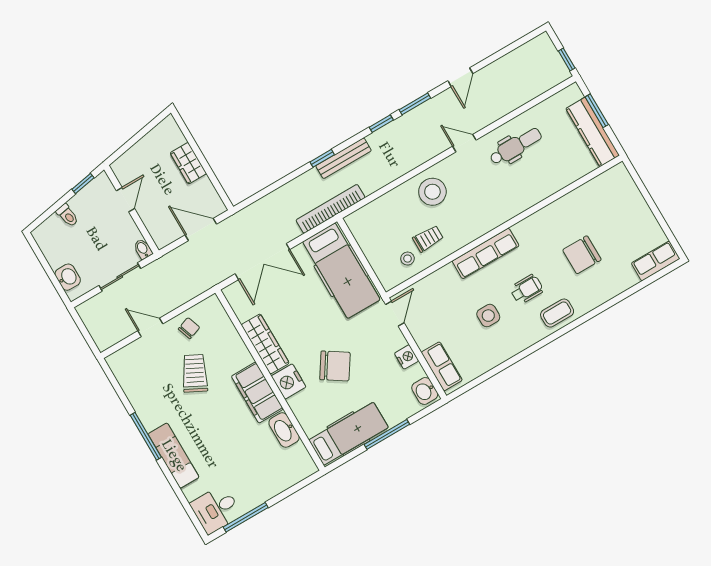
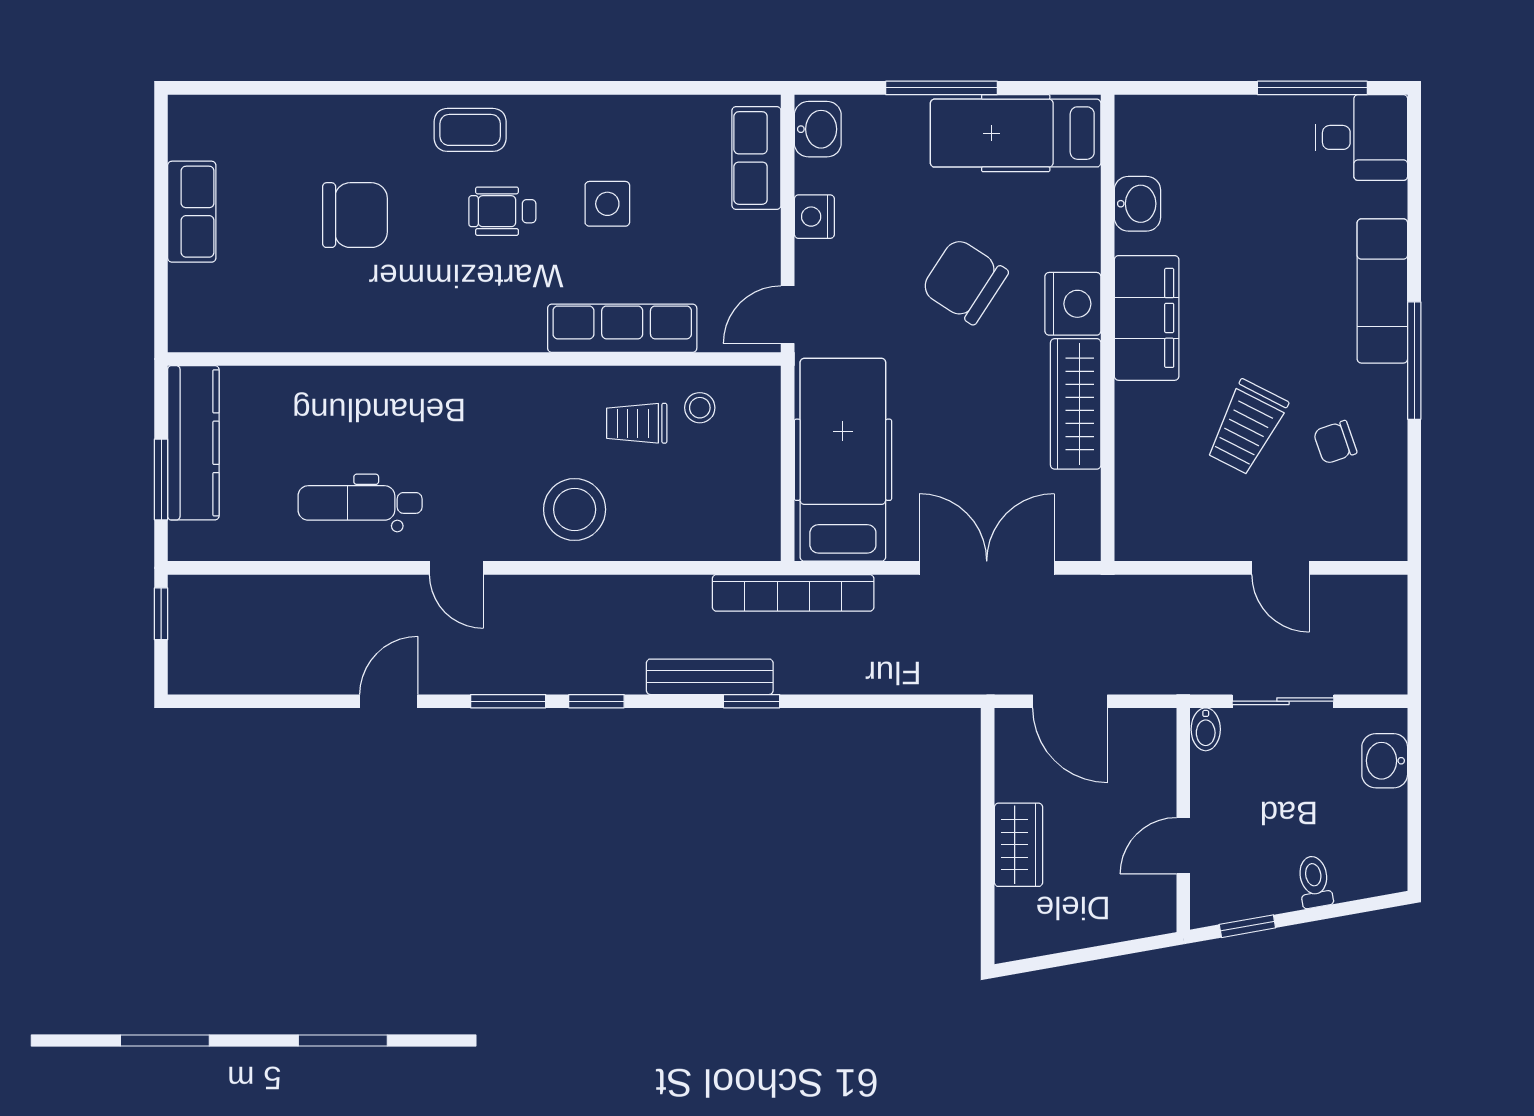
row of seats: (486, 253) -> (622, 328), moved
row of seats: (656, 261) -> (192, 212), moved, turned -90
chair: (189, 328) -> (1335, 442), moved
washbasin: (284, 430) -> (1137, 204), width x0.72

